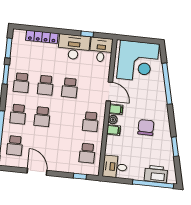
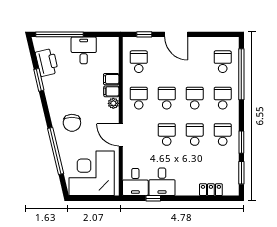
locker: (42, 37) -> (211, 190), width x0.66
desk: (74, 47) -> (162, 182), width x0.73
filing cabinet: (116, 109) -> (111, 79), moved
school desk: (66, 119) -> (167, 98), added
chair: (146, 127) -> (72, 123), moved
desk: (115, 167) -> (84, 50), moved, turned -90
door: (37, 172) -> (176, 34), moved
printer: (156, 174) -> (47, 62), moved, turned -103

